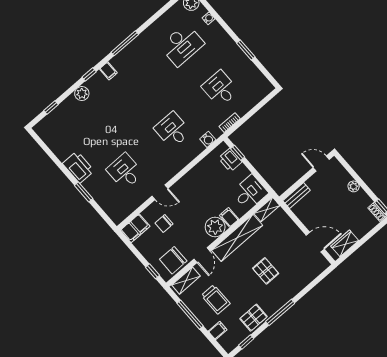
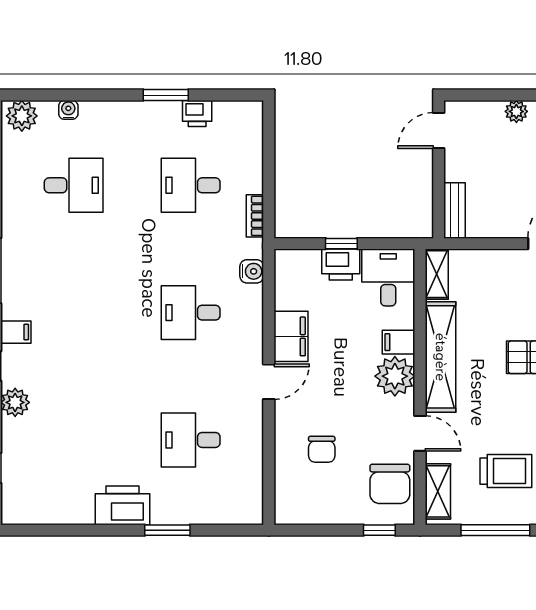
desk: (182, 45) -> (74, 185), width x0.73
printer: (249, 68) -> (197, 113), added
window: (238, 153) -> (341, 244), moved
printer: (230, 160) -> (341, 265), moved
door: (160, 192) -> (269, 382), moved
filing cabinet: (135, 228) -> (291, 336), moved

